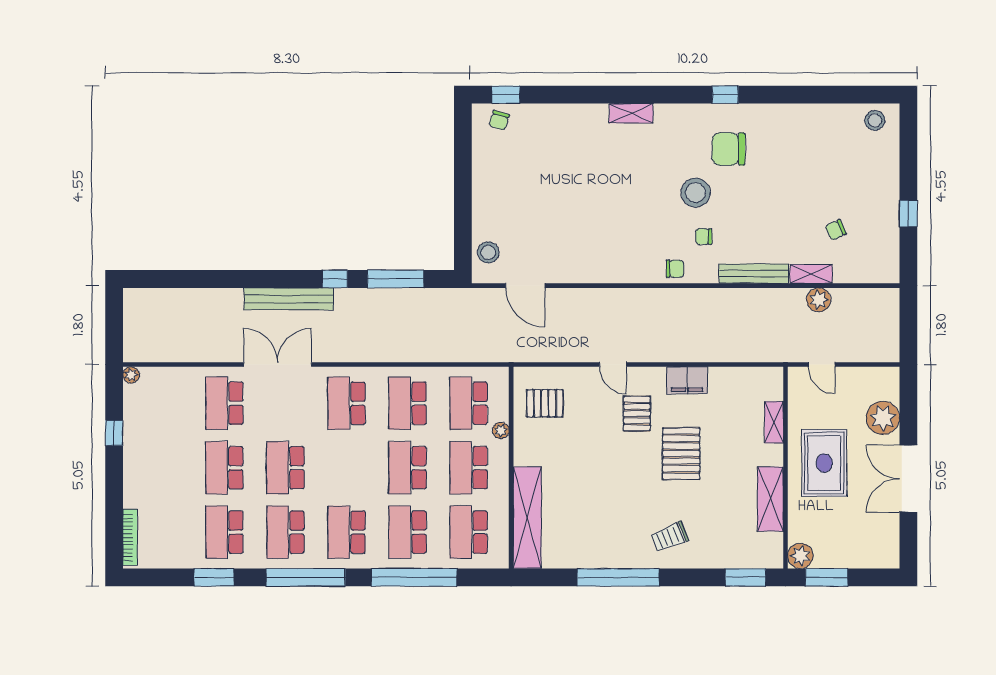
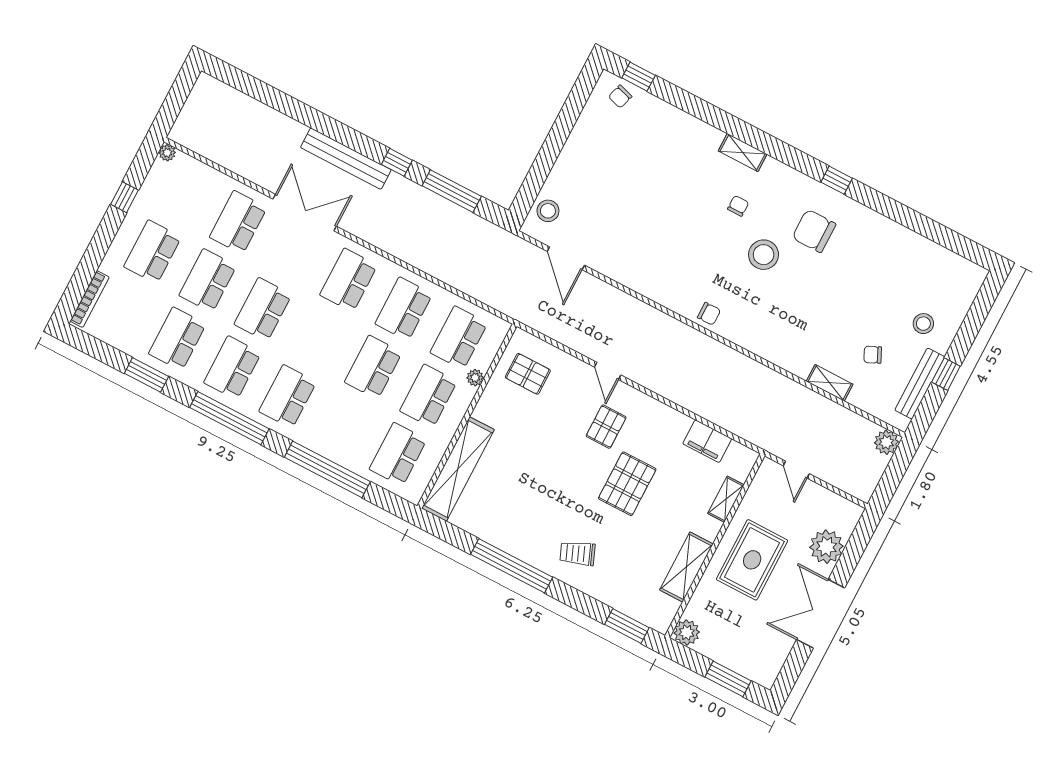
stool: (875, 120) -> (923, 324), moved
chair: (704, 237) -> (738, 206), moved, turned 90
bench: (754, 274) -> (920, 384), moved, turned 90
plant: (819, 300) -> (886, 442), moved
filing cabinet: (687, 380) -> (707, 441), moved
school desk: (407, 532) -> (153, 252), moved
window: (827, 577) -> (728, 679), moved

